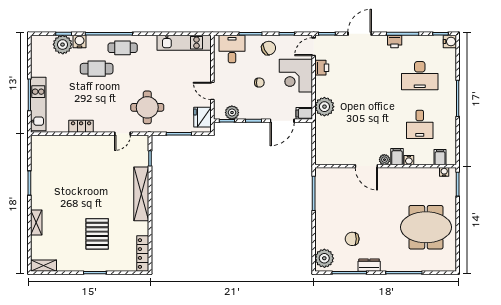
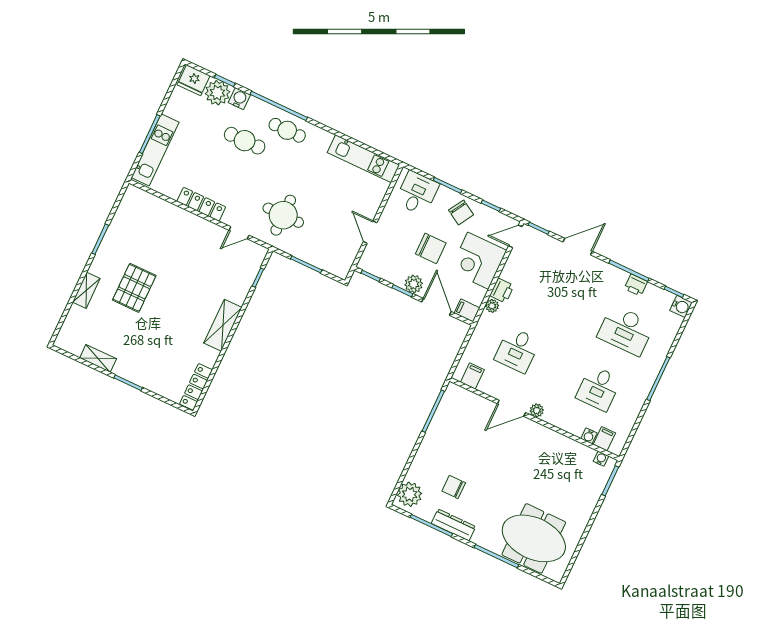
printer: (395, 41) -> (636, 285), moved
chair: (269, 48) -> (461, 212), turned 59
printer: (322, 68) -> (502, 291), moved
chair: (259, 83) -> (431, 248), width x1.87, depth x1.87
plant: (324, 107) -> (492, 306), width x0.53, depth x0.53
plant: (232, 113) -> (414, 284), moved
fridge: (203, 117) -> (194, 80), moved, turned -90
door: (282, 121) -> (436, 307), swing flipped
desk: (352, 124) -> (517, 350), added
locker: (81, 126) -> (201, 204), width x1.53
filing cabinet: (397, 157) -> (472, 376), moved
water cooler: (409, 160) -> (589, 436), moved
door: (366, 166) -> (511, 408), hinge flipped
shelving: (141, 194) -> (223, 325), width x0.68
meeting table: (426, 227) -> (534, 538), moved
pallet: (97, 234) -> (134, 288), moved
dresser: (369, 265) -> (453, 525), width x1.44
shelving: (43, 266) -> (98, 358), moved

